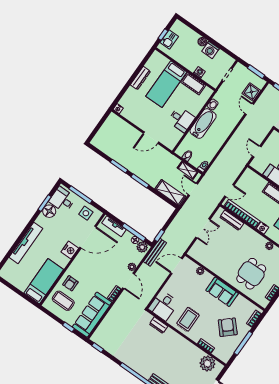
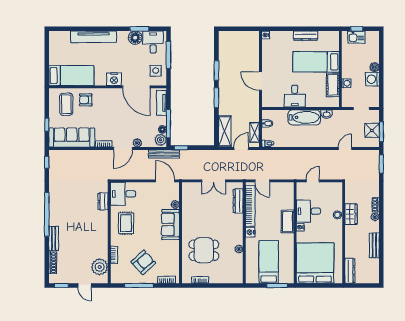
shower: (251, 92) -> (372, 130), moved
sofa: (222, 292) -> (170, 225), moved
rug: (188, 319) -> (126, 223), turned 90

